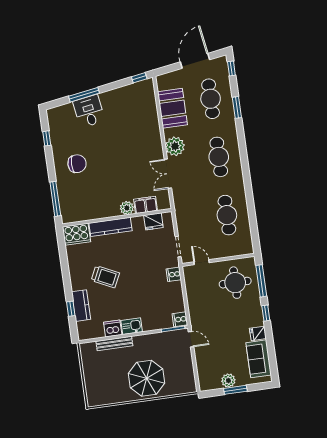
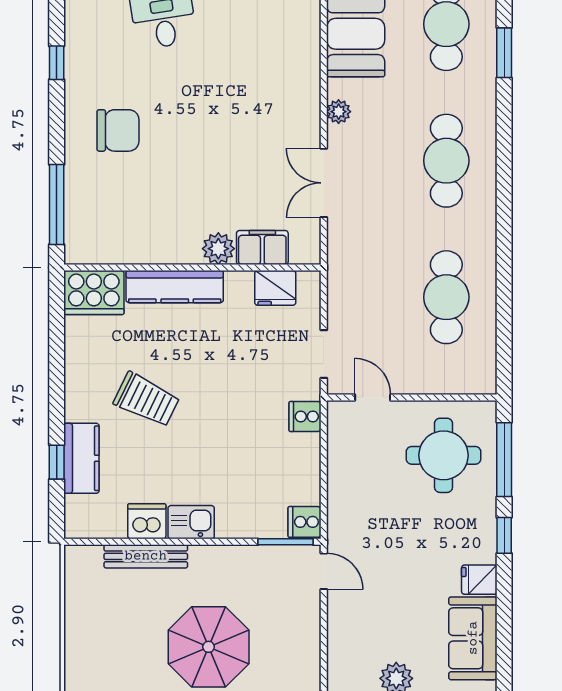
plant: (175, 146) -> (339, 112), width x0.53, depth x0.53

